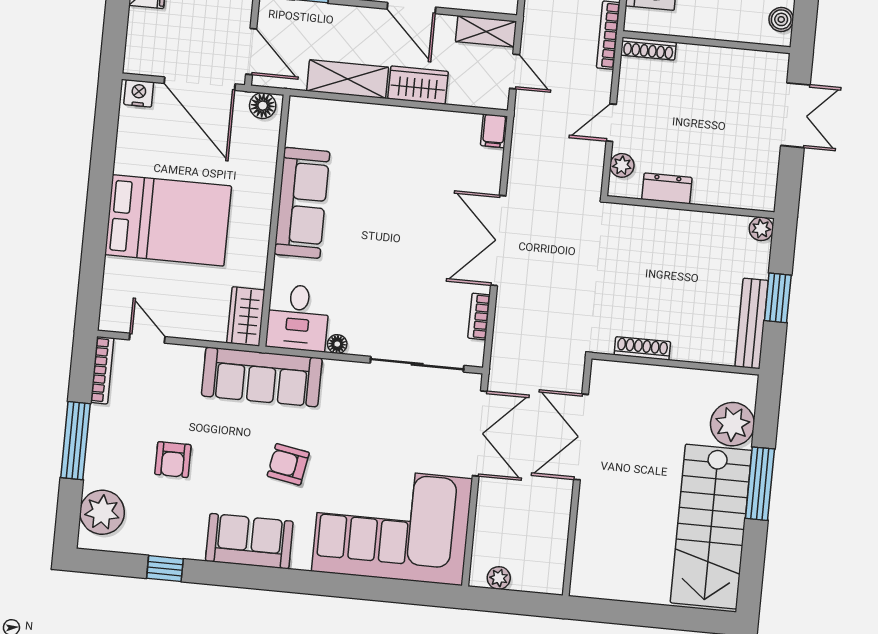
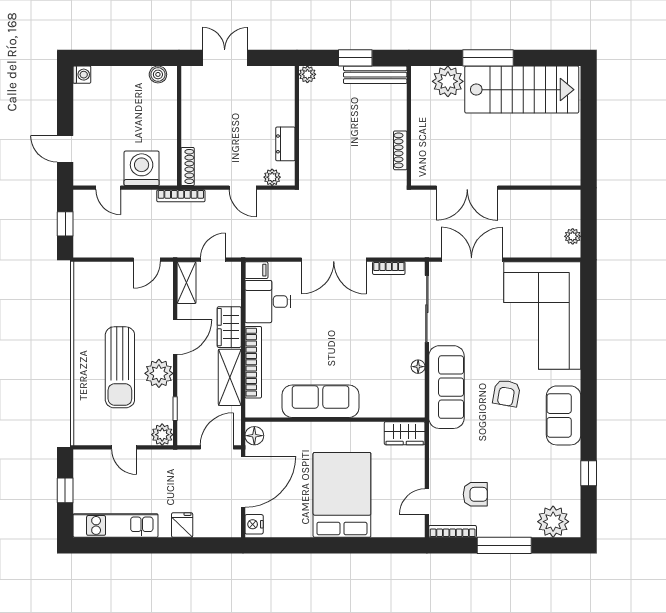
bookcase: (366, 114) -> (253, 362), added
desk: (298, 318) -> (268, 302), moved, turned 180
sofa: (262, 377) -> (446, 387), moved
armchair: (173, 460) -> (475, 494), moved

